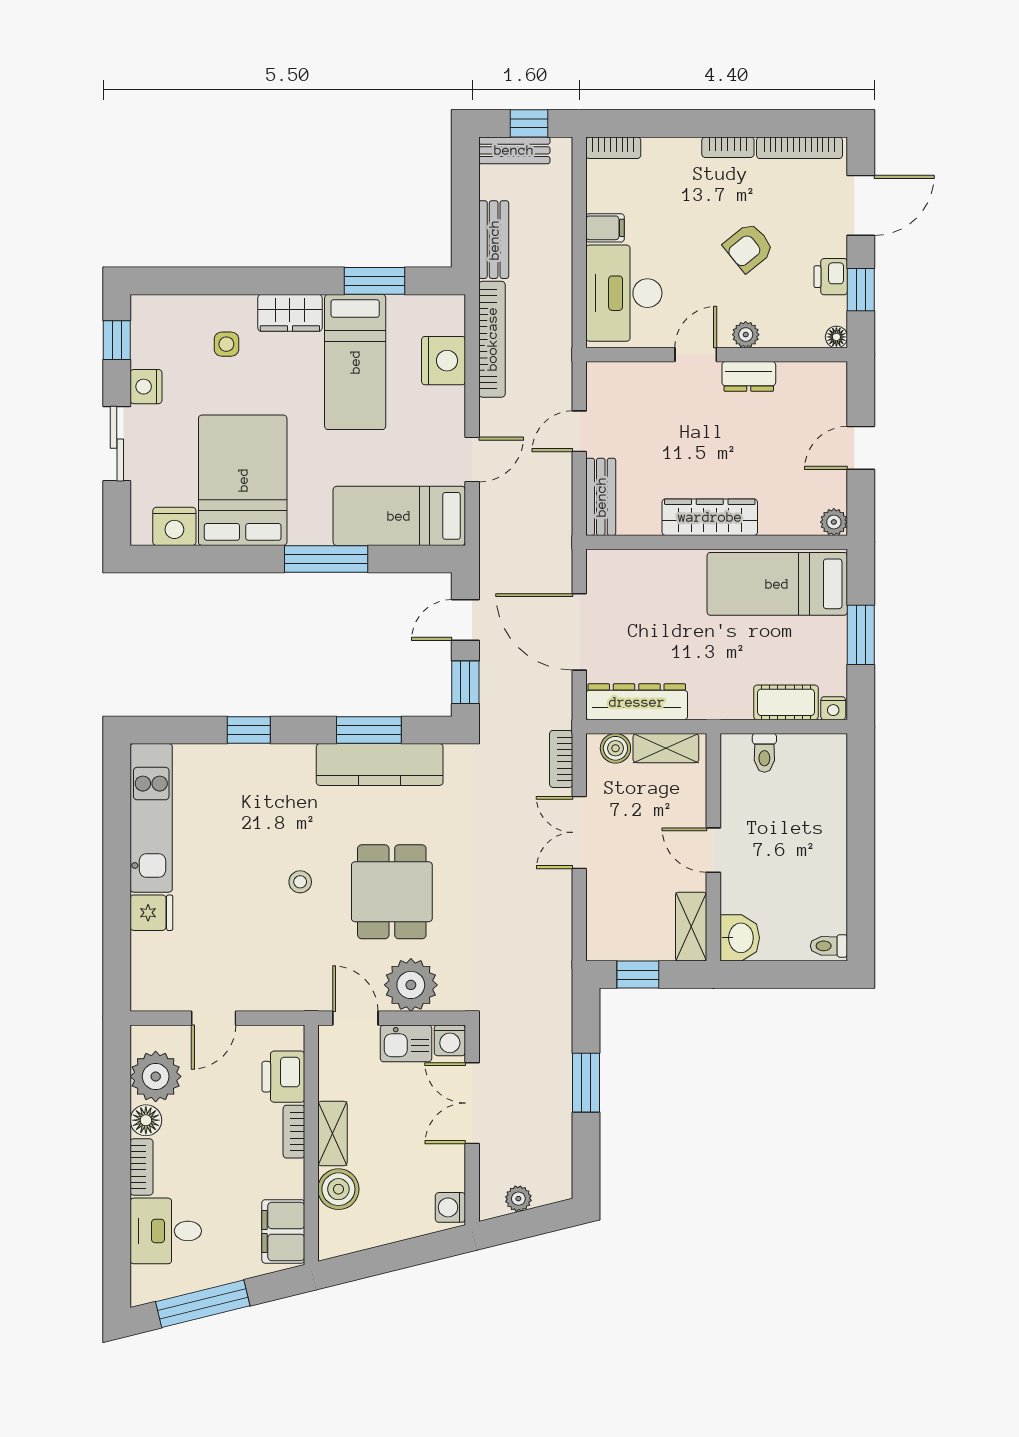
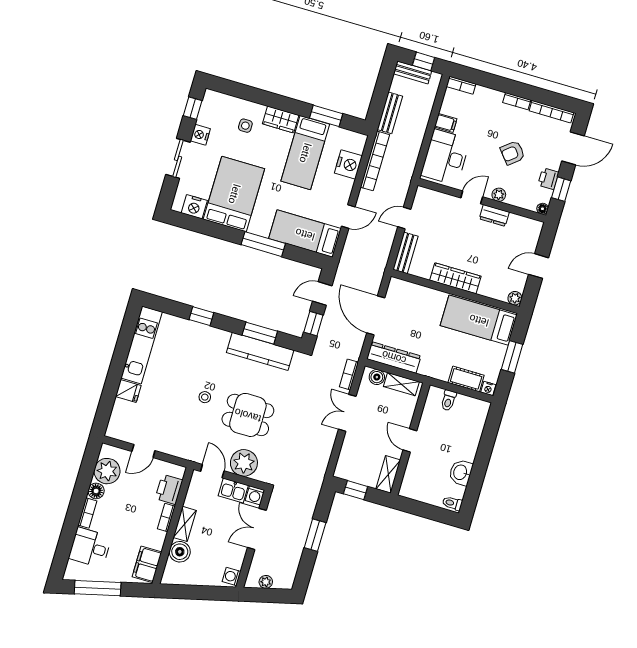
dining table: (392, 892) -> (248, 415), turned 90
washbasin: (740, 938) -> (461, 472), moved, turned 180

